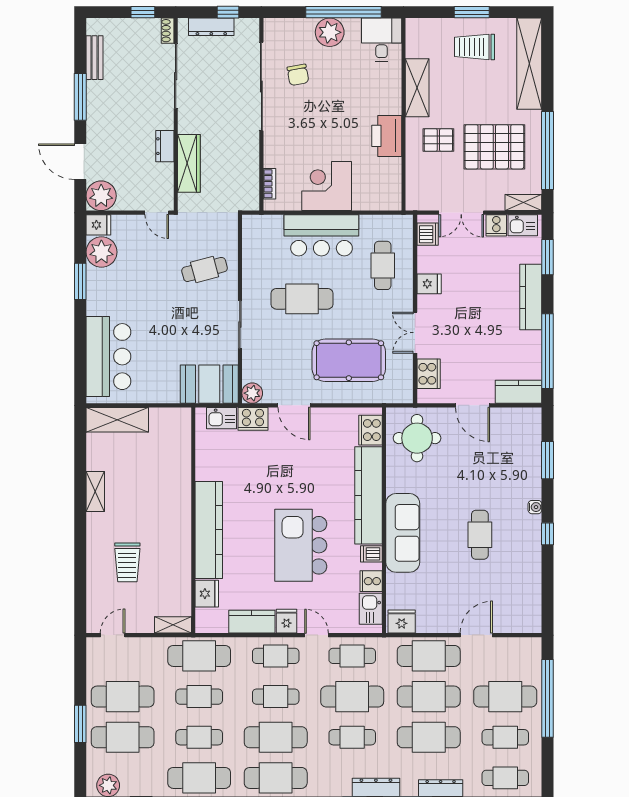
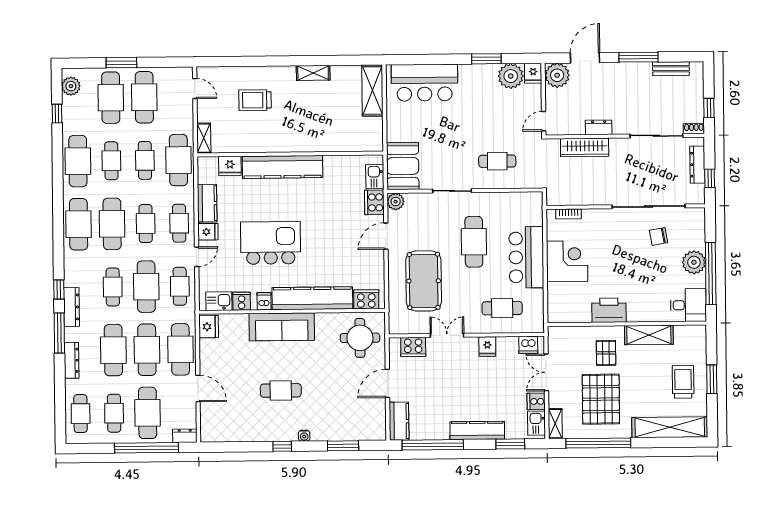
cafe table: (205, 269) -> (497, 161), turned -75
dresser: (533, 652) -> (185, 436), added

